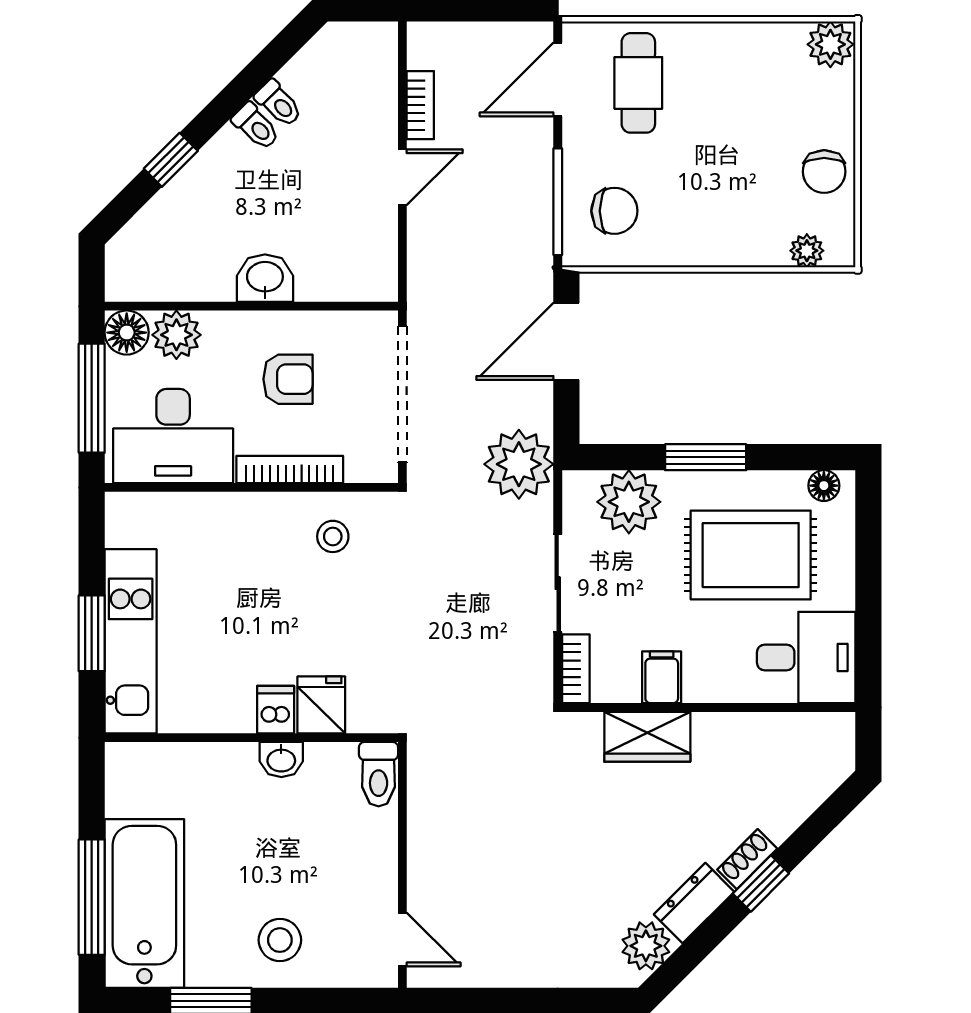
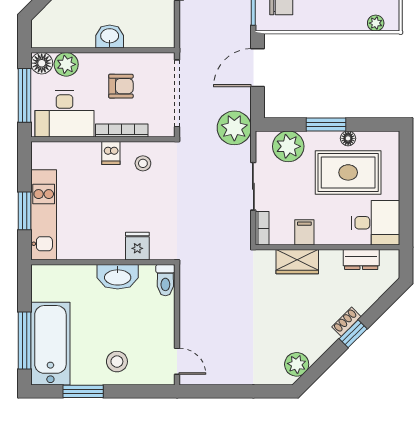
floor lamp: (824, 486) -> (348, 138), moved
dishwasher: (276, 710) -> (111, 153), moved, turned 180
washbasin: (281, 760) -> (118, 277), width x1.91, depth x1.45
dresser: (694, 903) -> (361, 260), moved, turned -135

